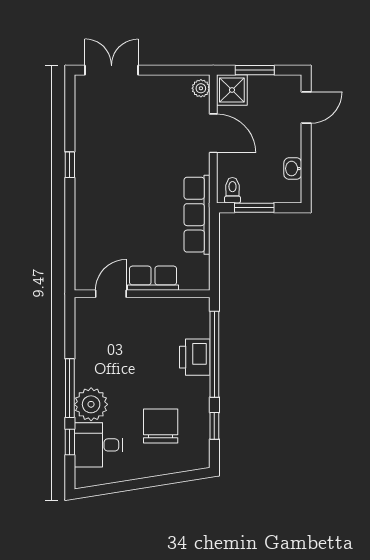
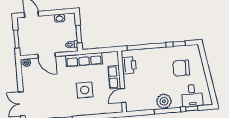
shower: (232, 90) -> (26, 49), removed
door: (213, 133) -> (47, 55), swing flipped
side table: (130, 210) -> (85, 90), added
door: (111, 294) -> (123, 96), hinge flipped
printer: (195, 357) -> (129, 65), moved, turned -90
plant: (91, 404) -> (164, 101), moved

